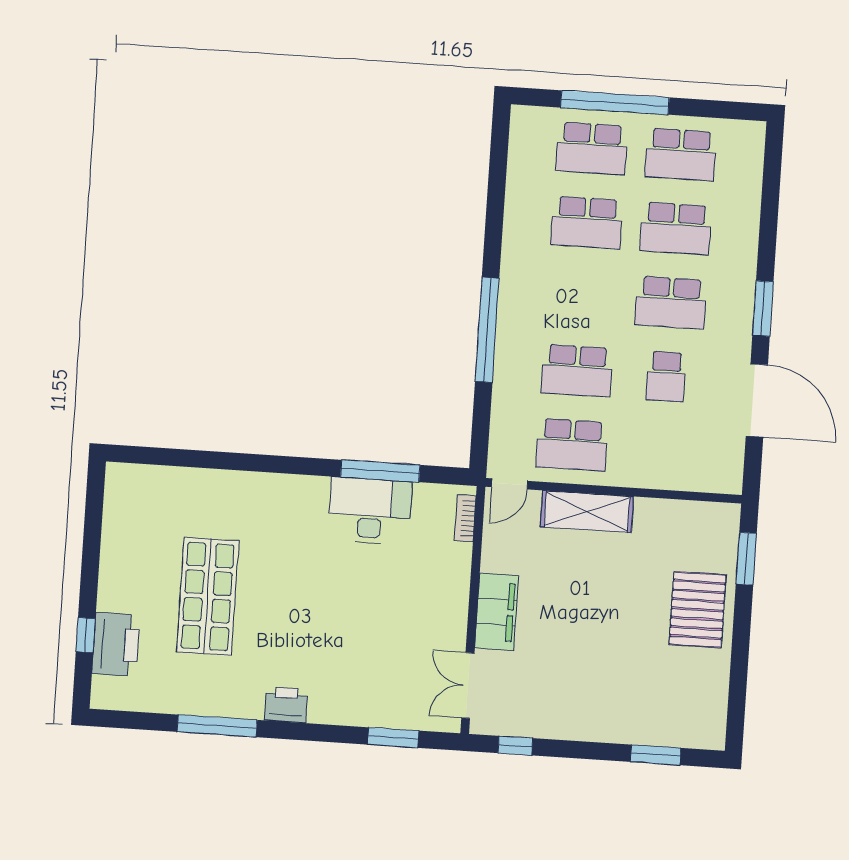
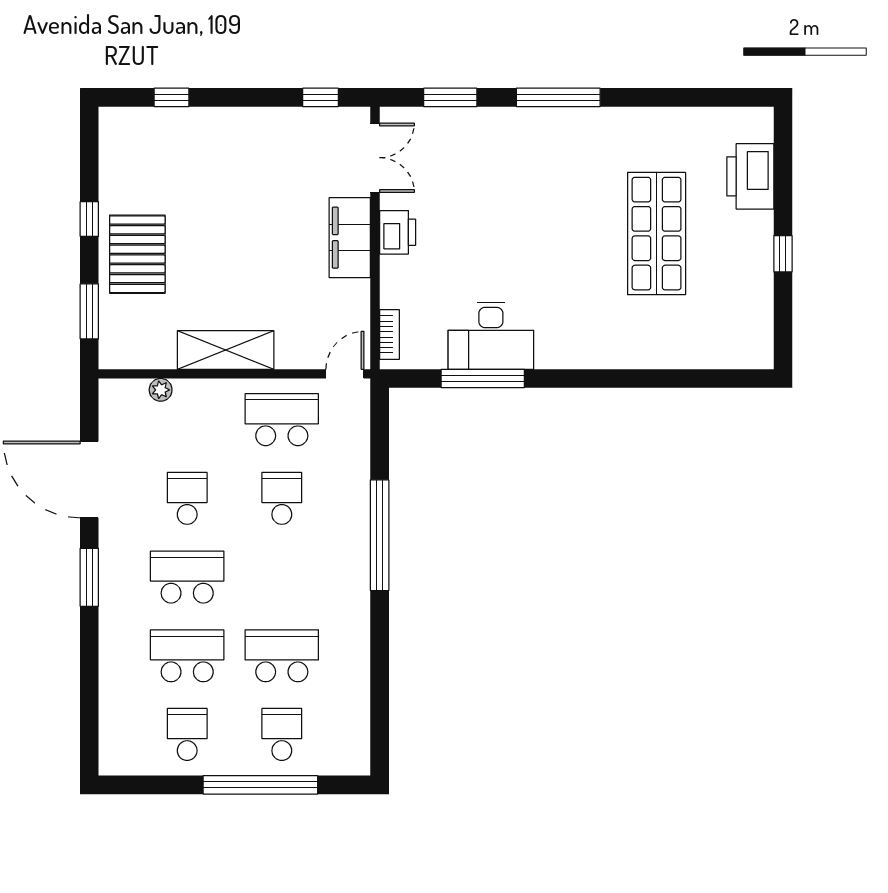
school desk: (592, 149) -> (282, 734), width x0.54
school desk: (681, 154) -> (187, 734), width x0.54
school desk: (577, 371) -> (282, 498), width x0.54
plant: (684, 480) -> (161, 390), added
shelving: (587, 512) -> (226, 350), moved
window: (86, 635) -> (783, 254), moved
window: (741, 646) -> (89, 219), added
printer: (286, 705) -> (398, 232), moved, turned -90
window: (217, 726) -> (558, 97), moved
window: (656, 755) -> (171, 97), width x0.67

